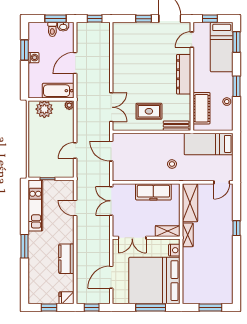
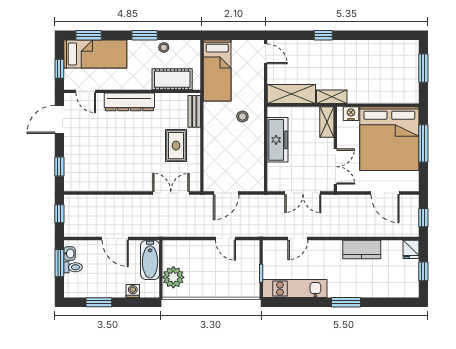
window: (143, 19) -> (59, 166), moved
washing machine: (33, 58) -> (133, 291), moved
plant: (69, 105) -> (168, 246), removed
double door: (111, 201) -> (303, 193), moved

